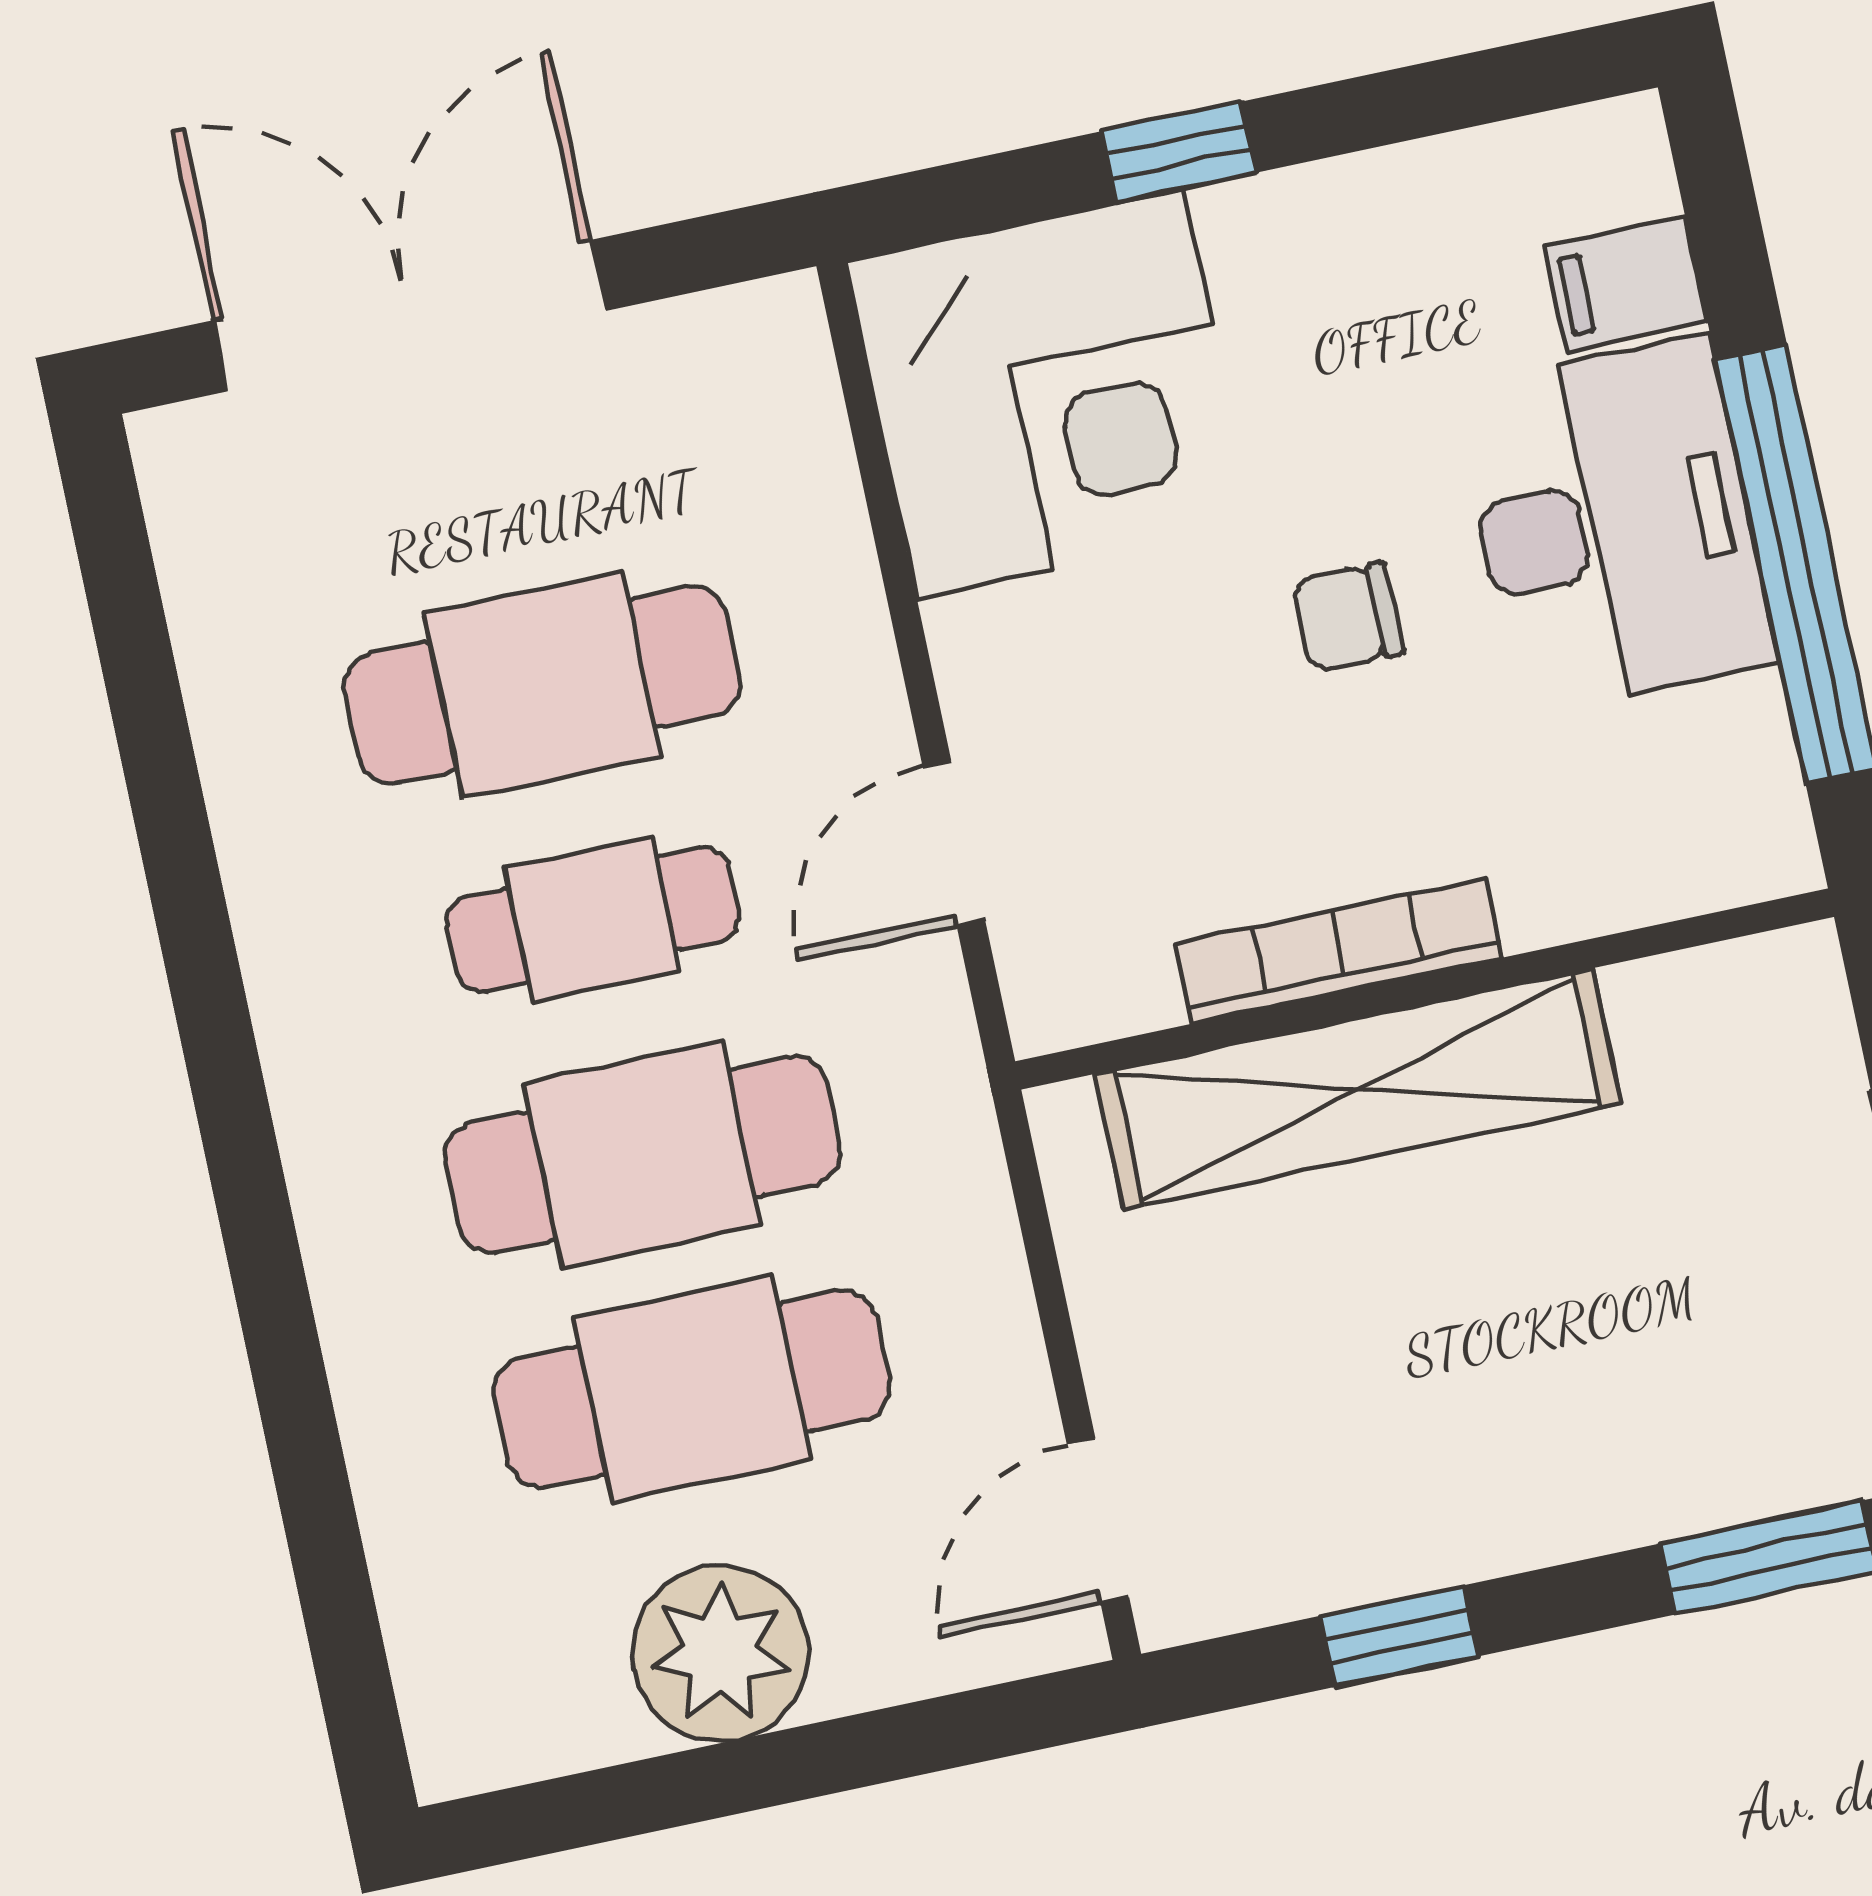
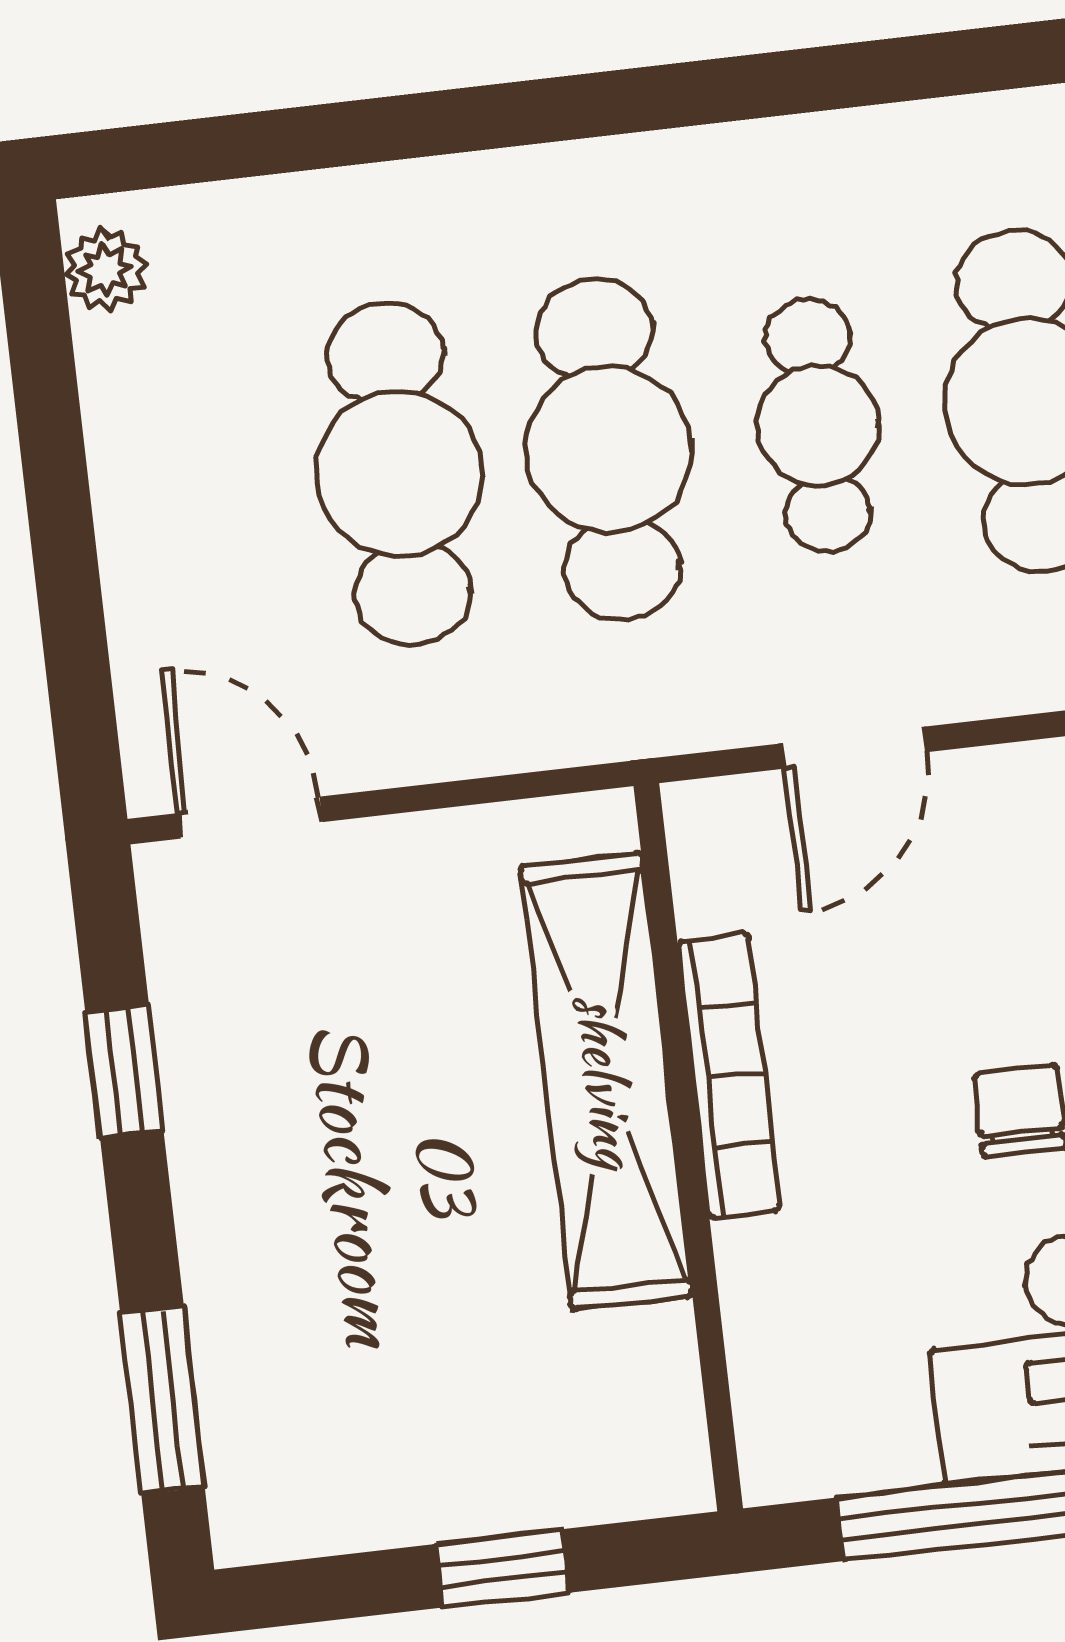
door: (954, 843) -> (854, 748), swing flipped
plant: (720, 1653) -> (105, 270), moved, width x0.53, depth x0.53

